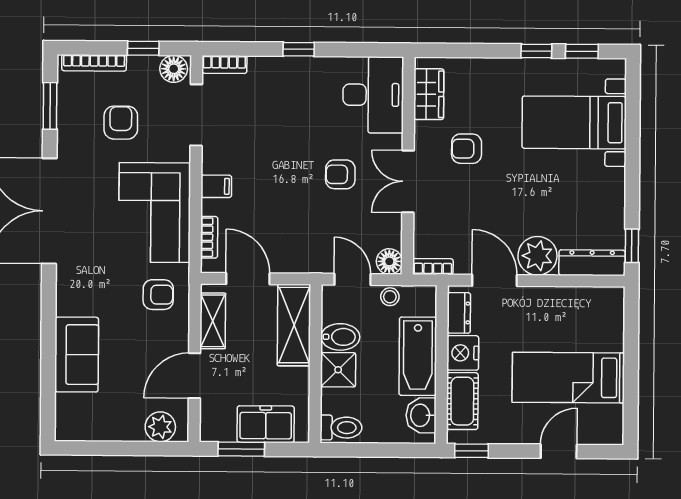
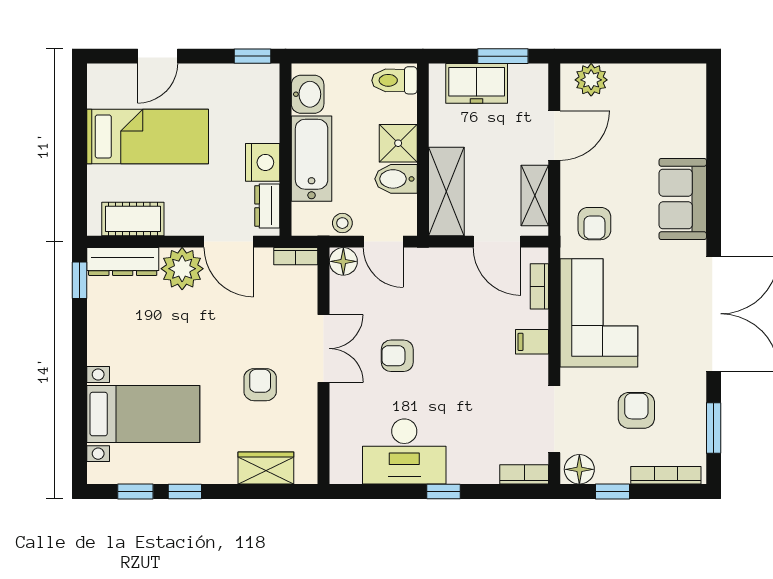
wardrobe: (429, 94) -> (266, 468), moved, turned 90
desk: (373, 95) -> (404, 451), moved, turned -90
armchair: (121, 123) -> (636, 410), turned 180
armchair: (467, 149) -> (260, 385), turned -90
armchair: (340, 174) -> (397, 356), turned 180
armchair: (158, 295) -> (594, 224), turned -90
sofa: (77, 355) -> (683, 199), moved
cot: (462, 401) -> (133, 219), moved, turned 90

